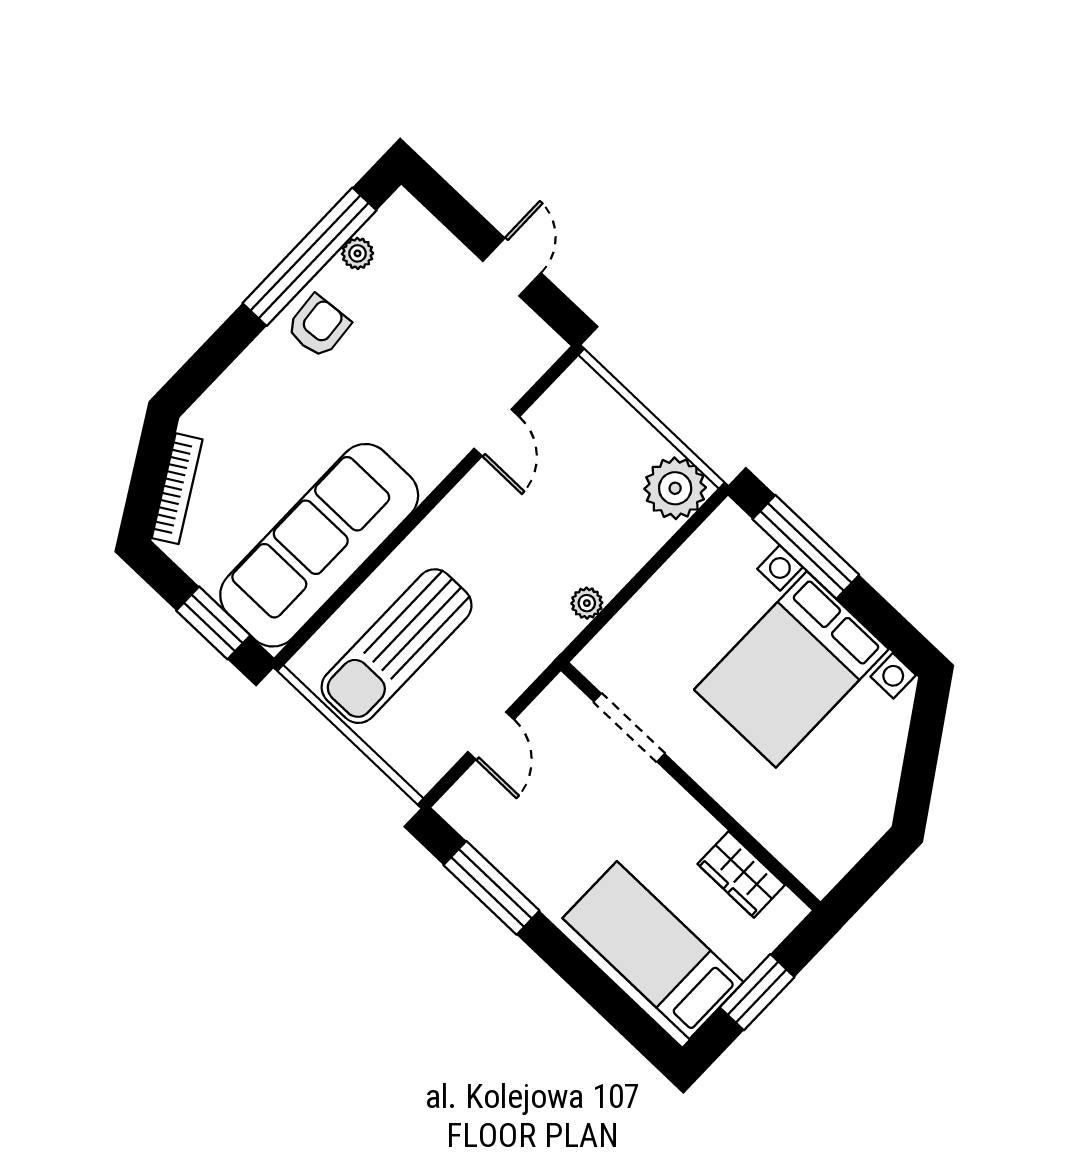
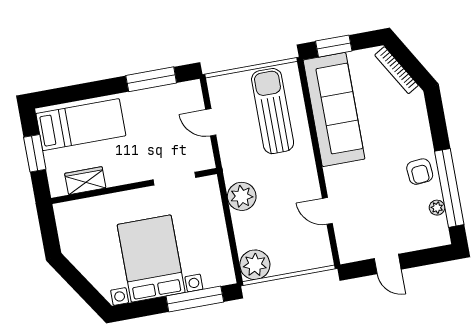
plant: (587, 603) -> (242, 196), width x1.87, depth x1.87

